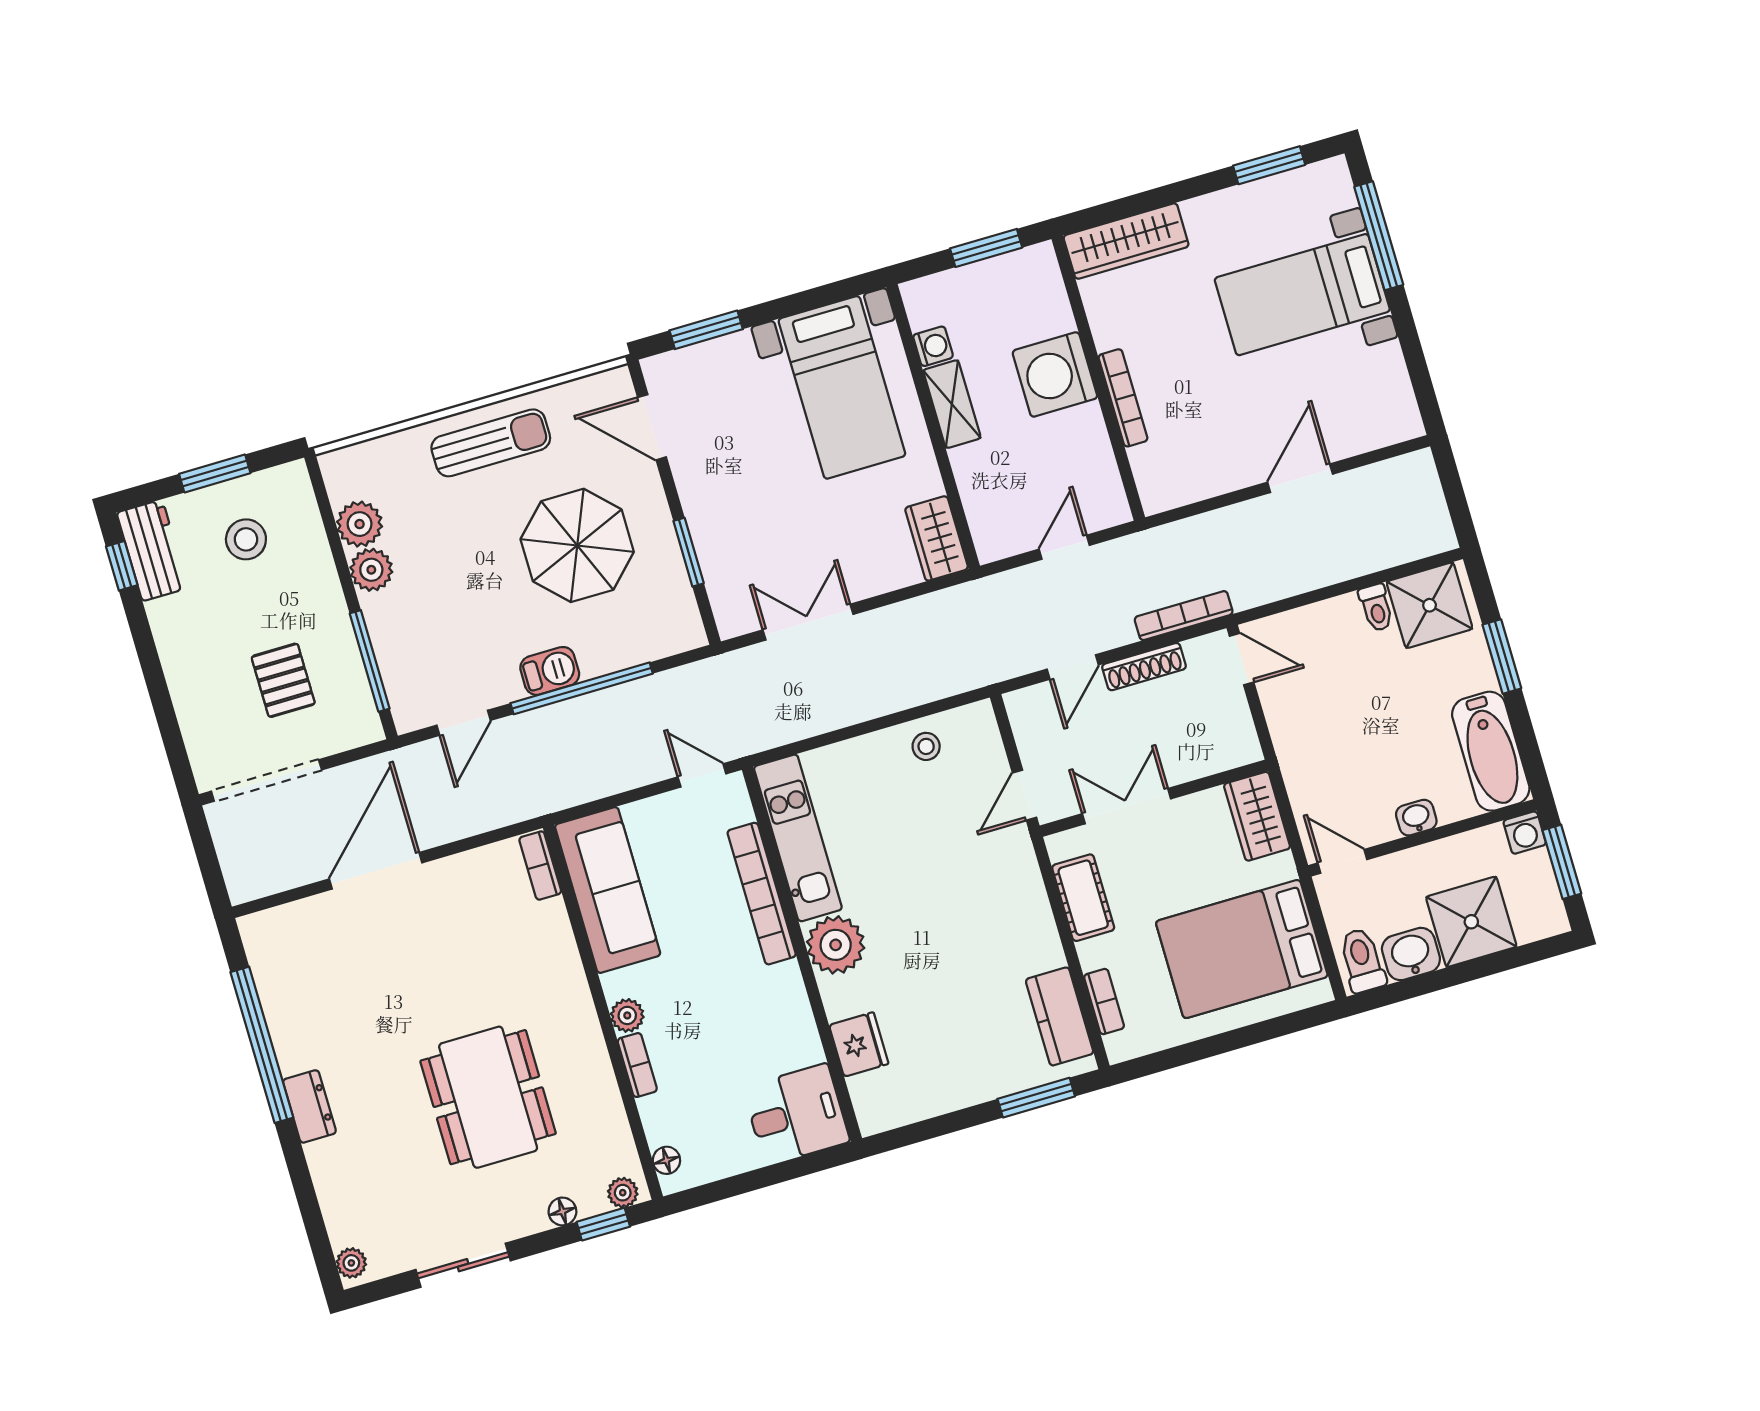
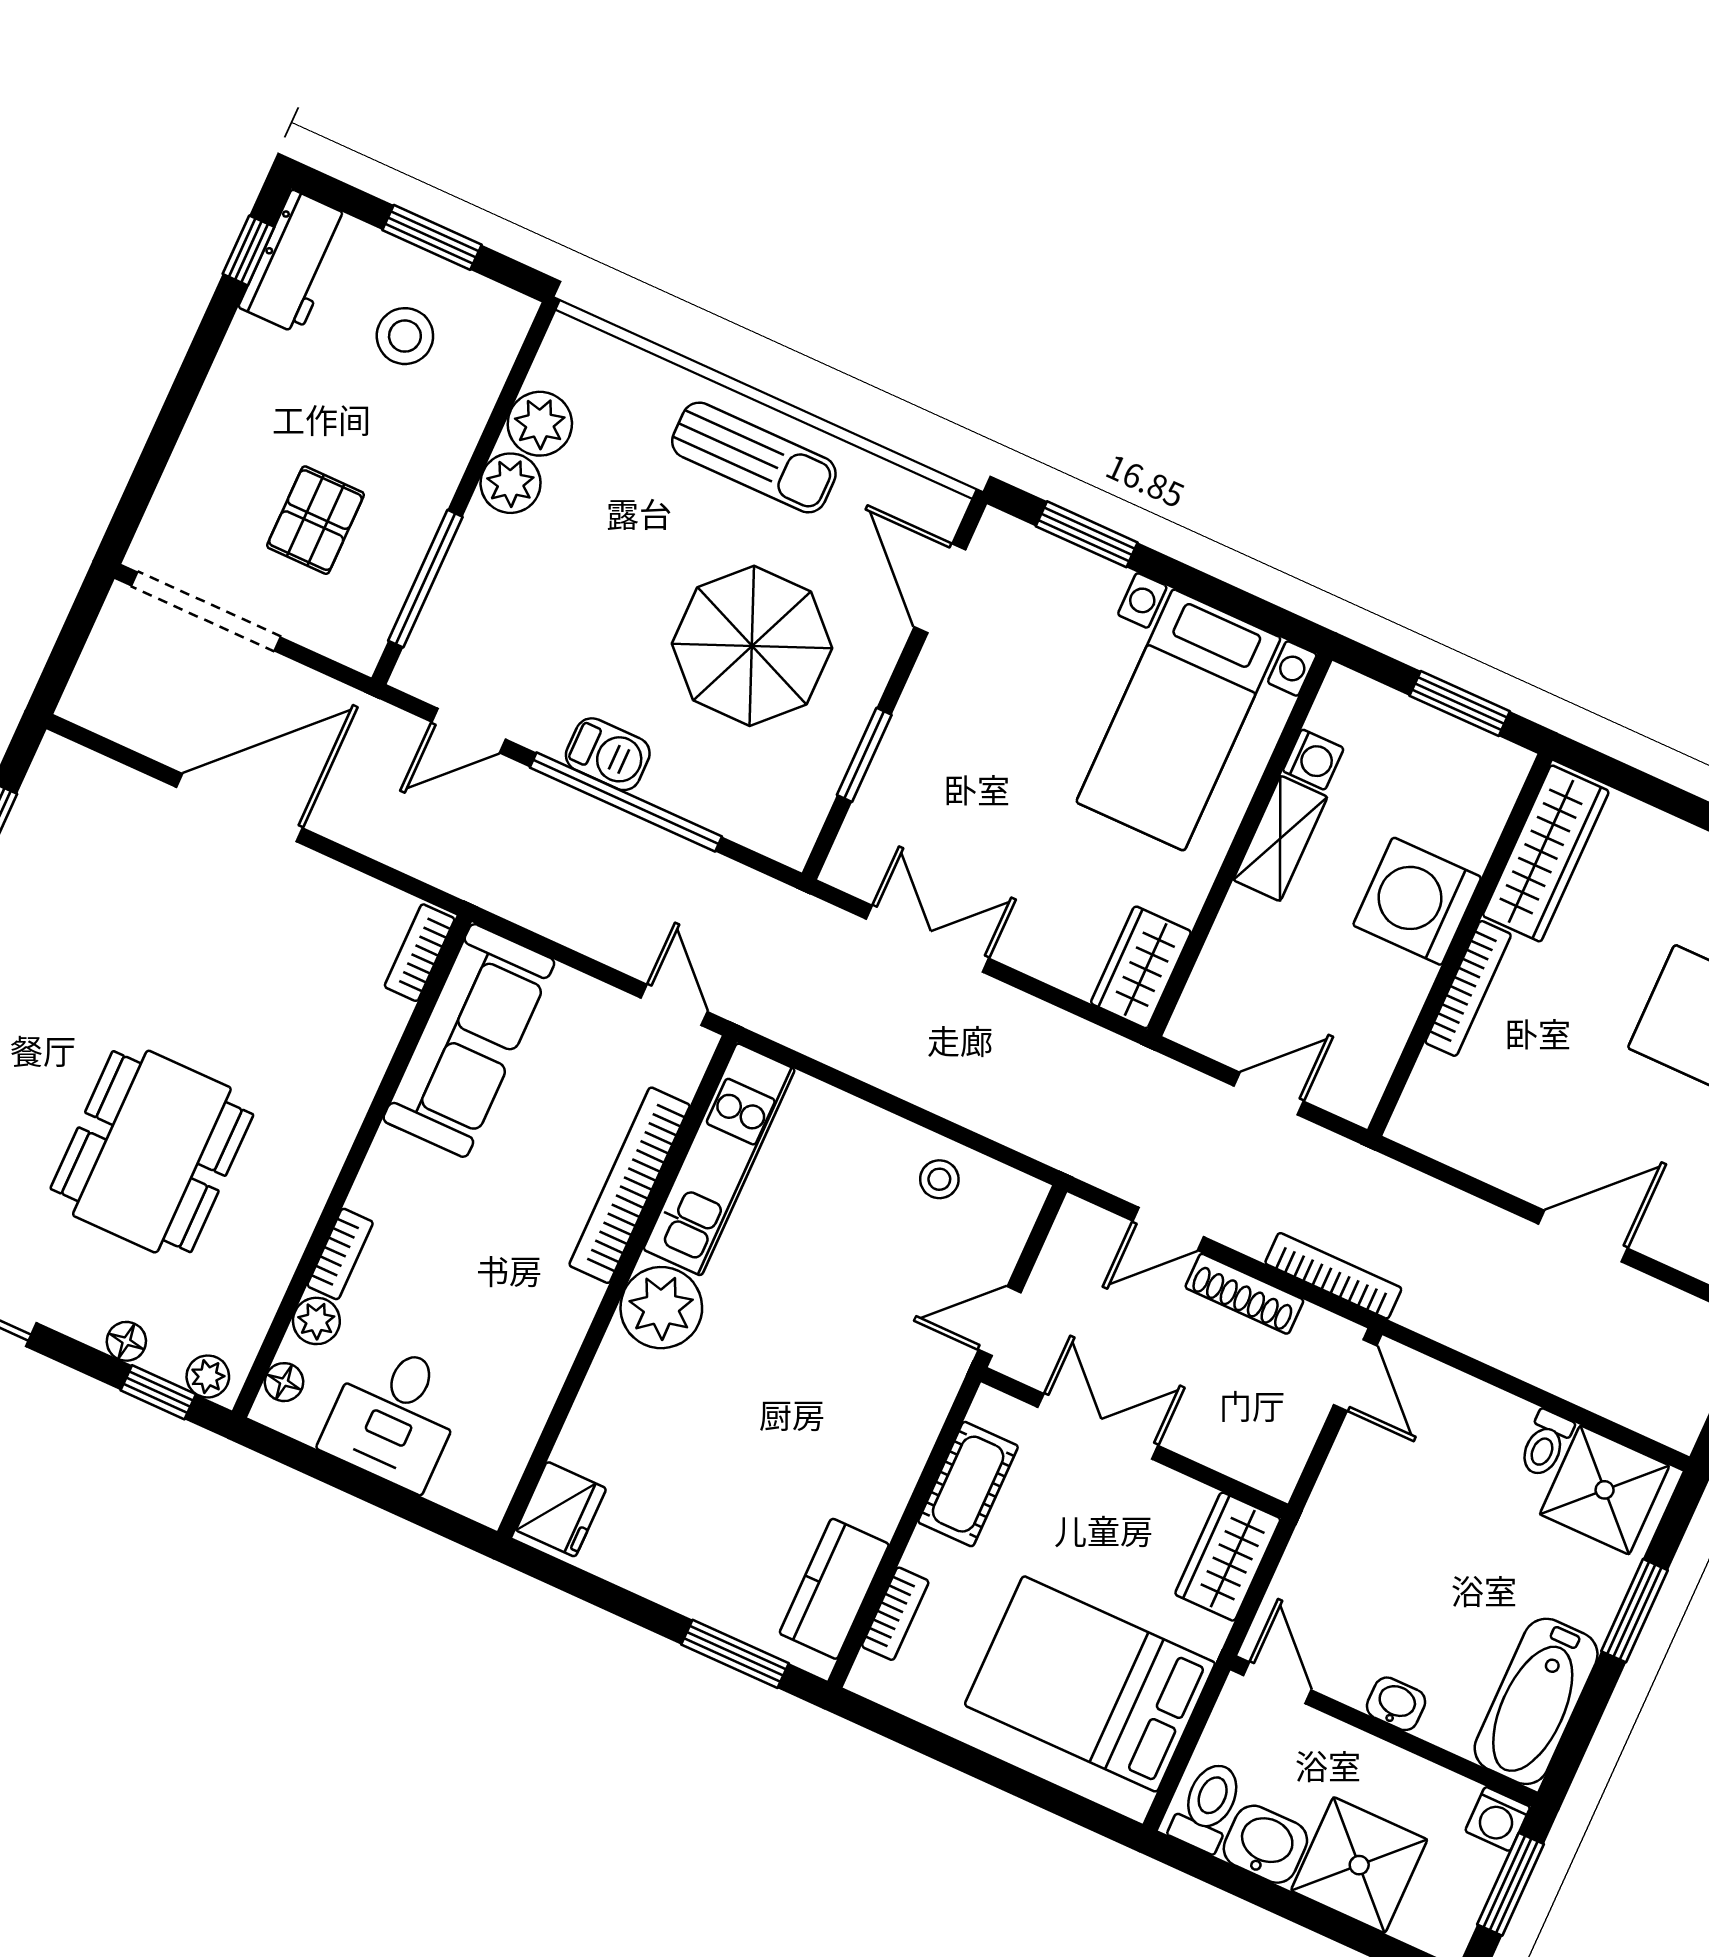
wardrobe: (1126, 241) -> (1546, 853), moved, turned -90
plant: (627, 1015) -> (316, 1321), moved
fridge: (859, 1044) -> (561, 1509), moved
desk: (796, 1114) -> (394, 1415), moved, turned 90

